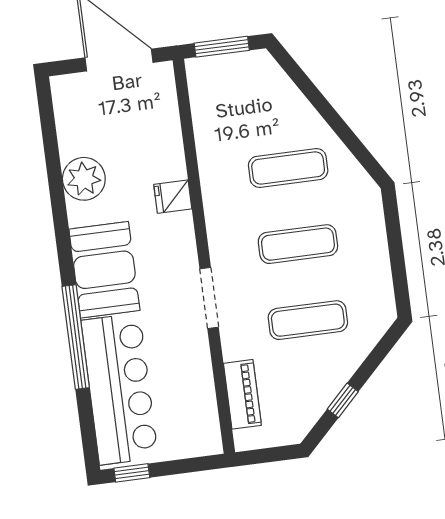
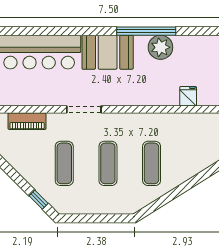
fridge: (173, 197) -> (188, 96), moved
window: (76, 337) -> (146, 31), moved
window: (343, 400) -> (39, 200), moved

